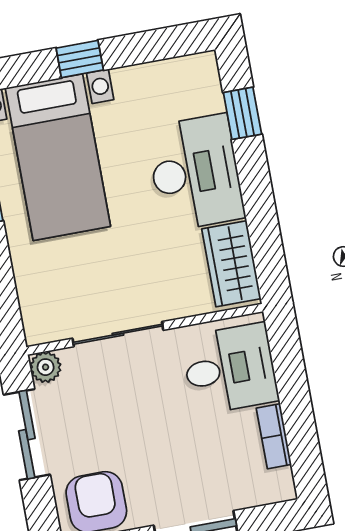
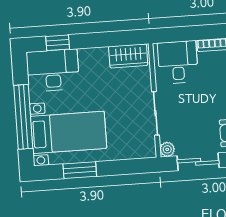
window: (80, 59) -> (23, 117), width x3.17
desk: (195, 173) -> (53, 70), moved

